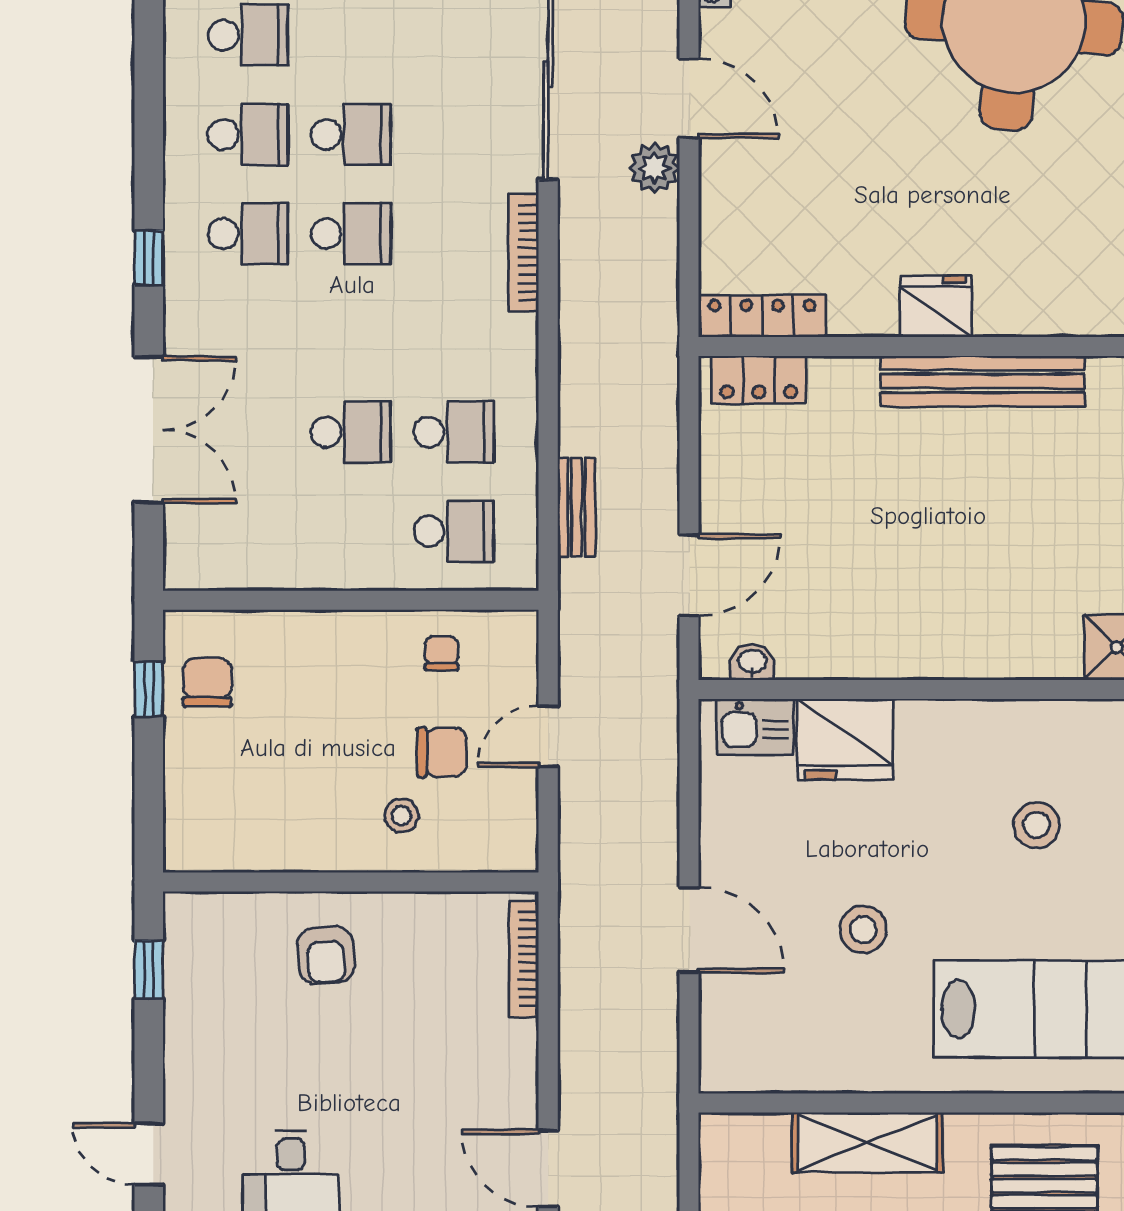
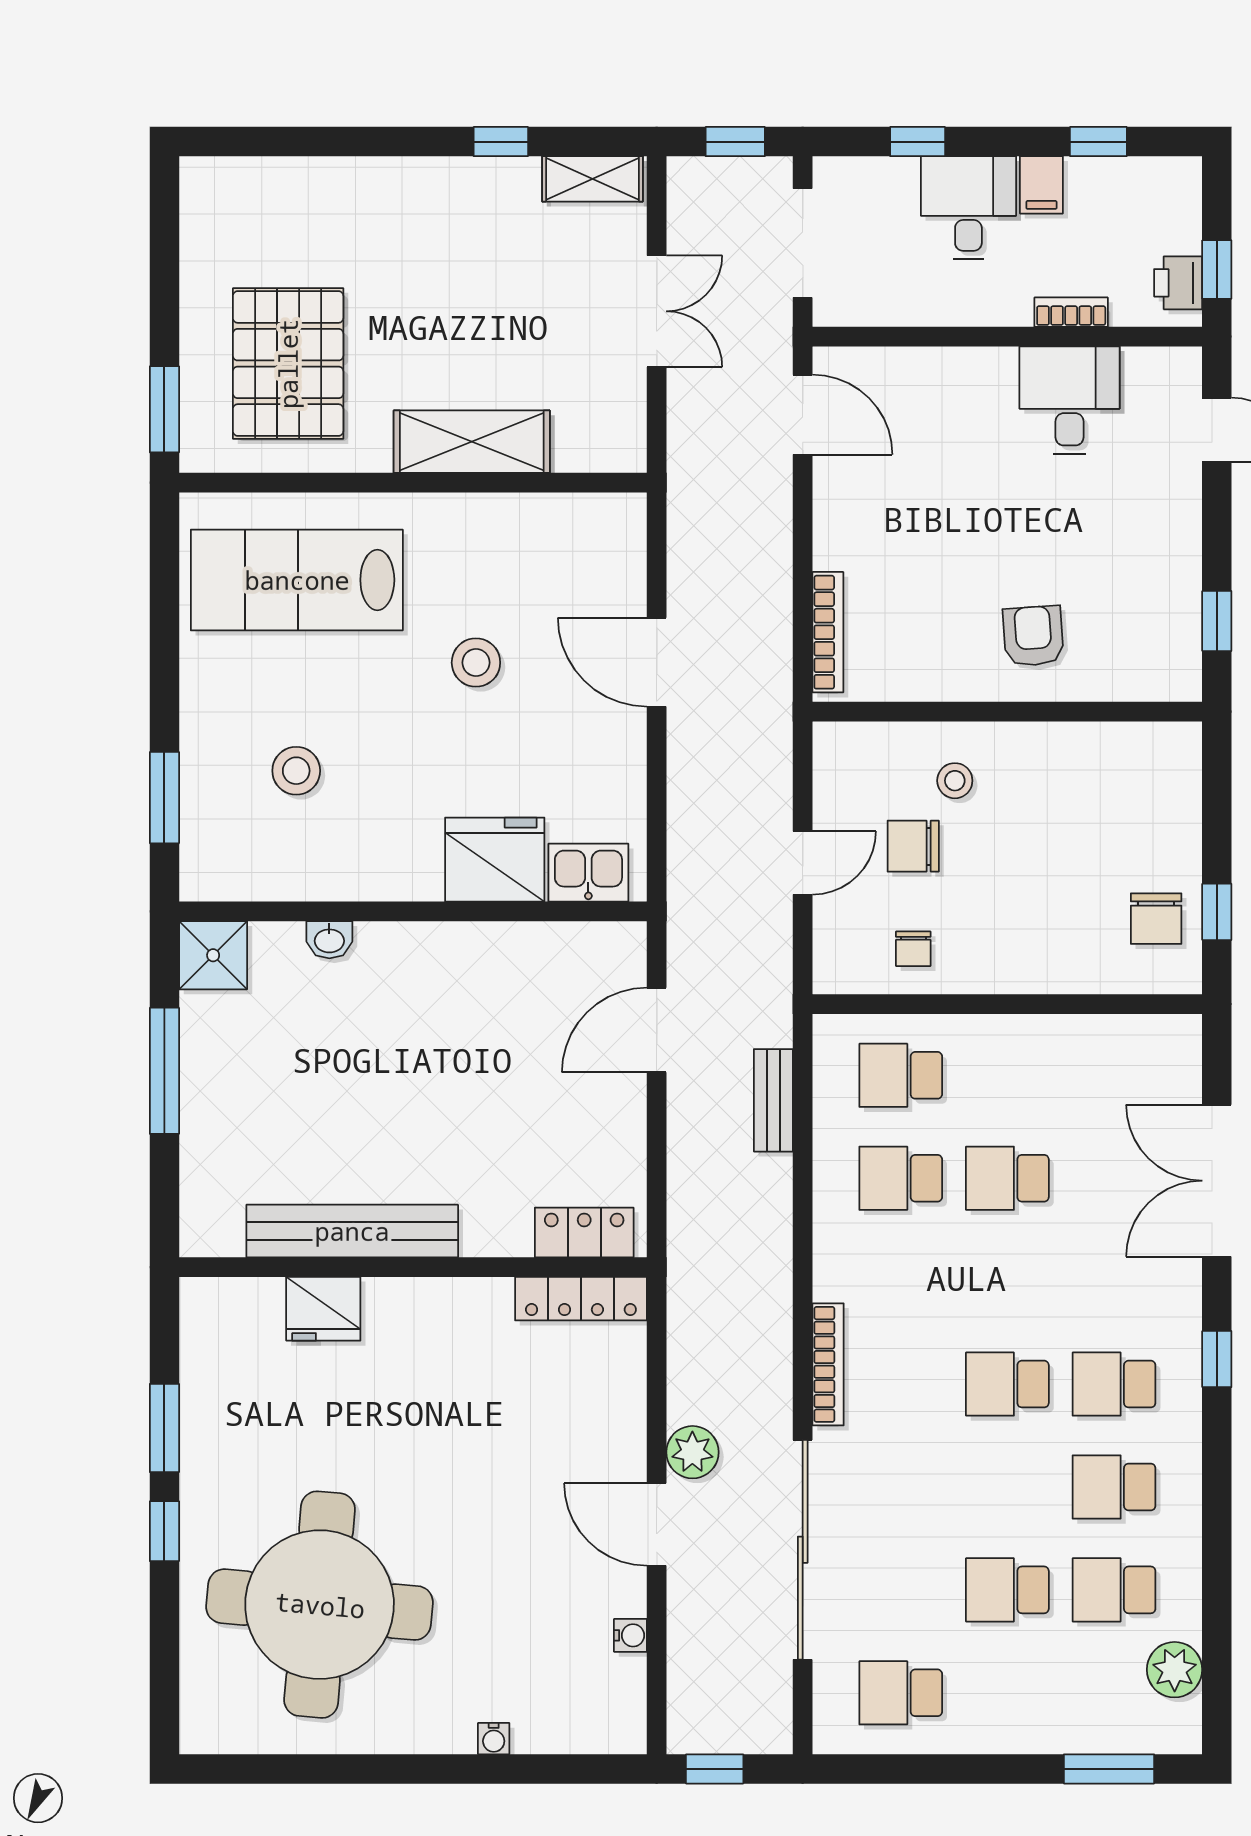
school desk: (351, 134) -> (1007, 1590), moved
fridge: (936, 306) -> (323, 1309), moved
washbasin: (752, 662) -> (329, 940), moved

